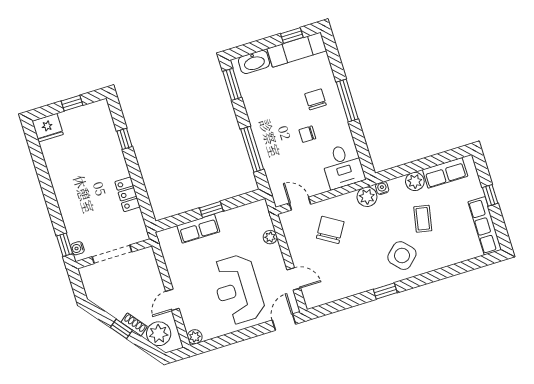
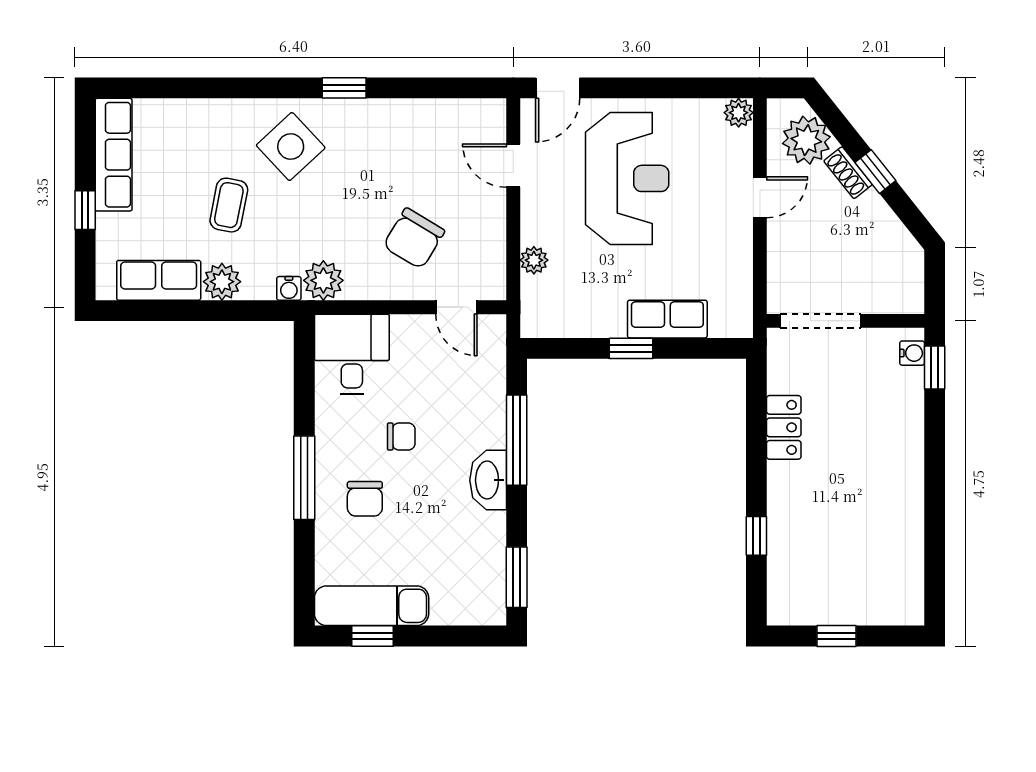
washbasin: (254, 62) -> (488, 480), moved, turned -90
fridge: (48, 128) -> (898, 603), removed
doorway: (112, 254) -> (821, 321), moved

